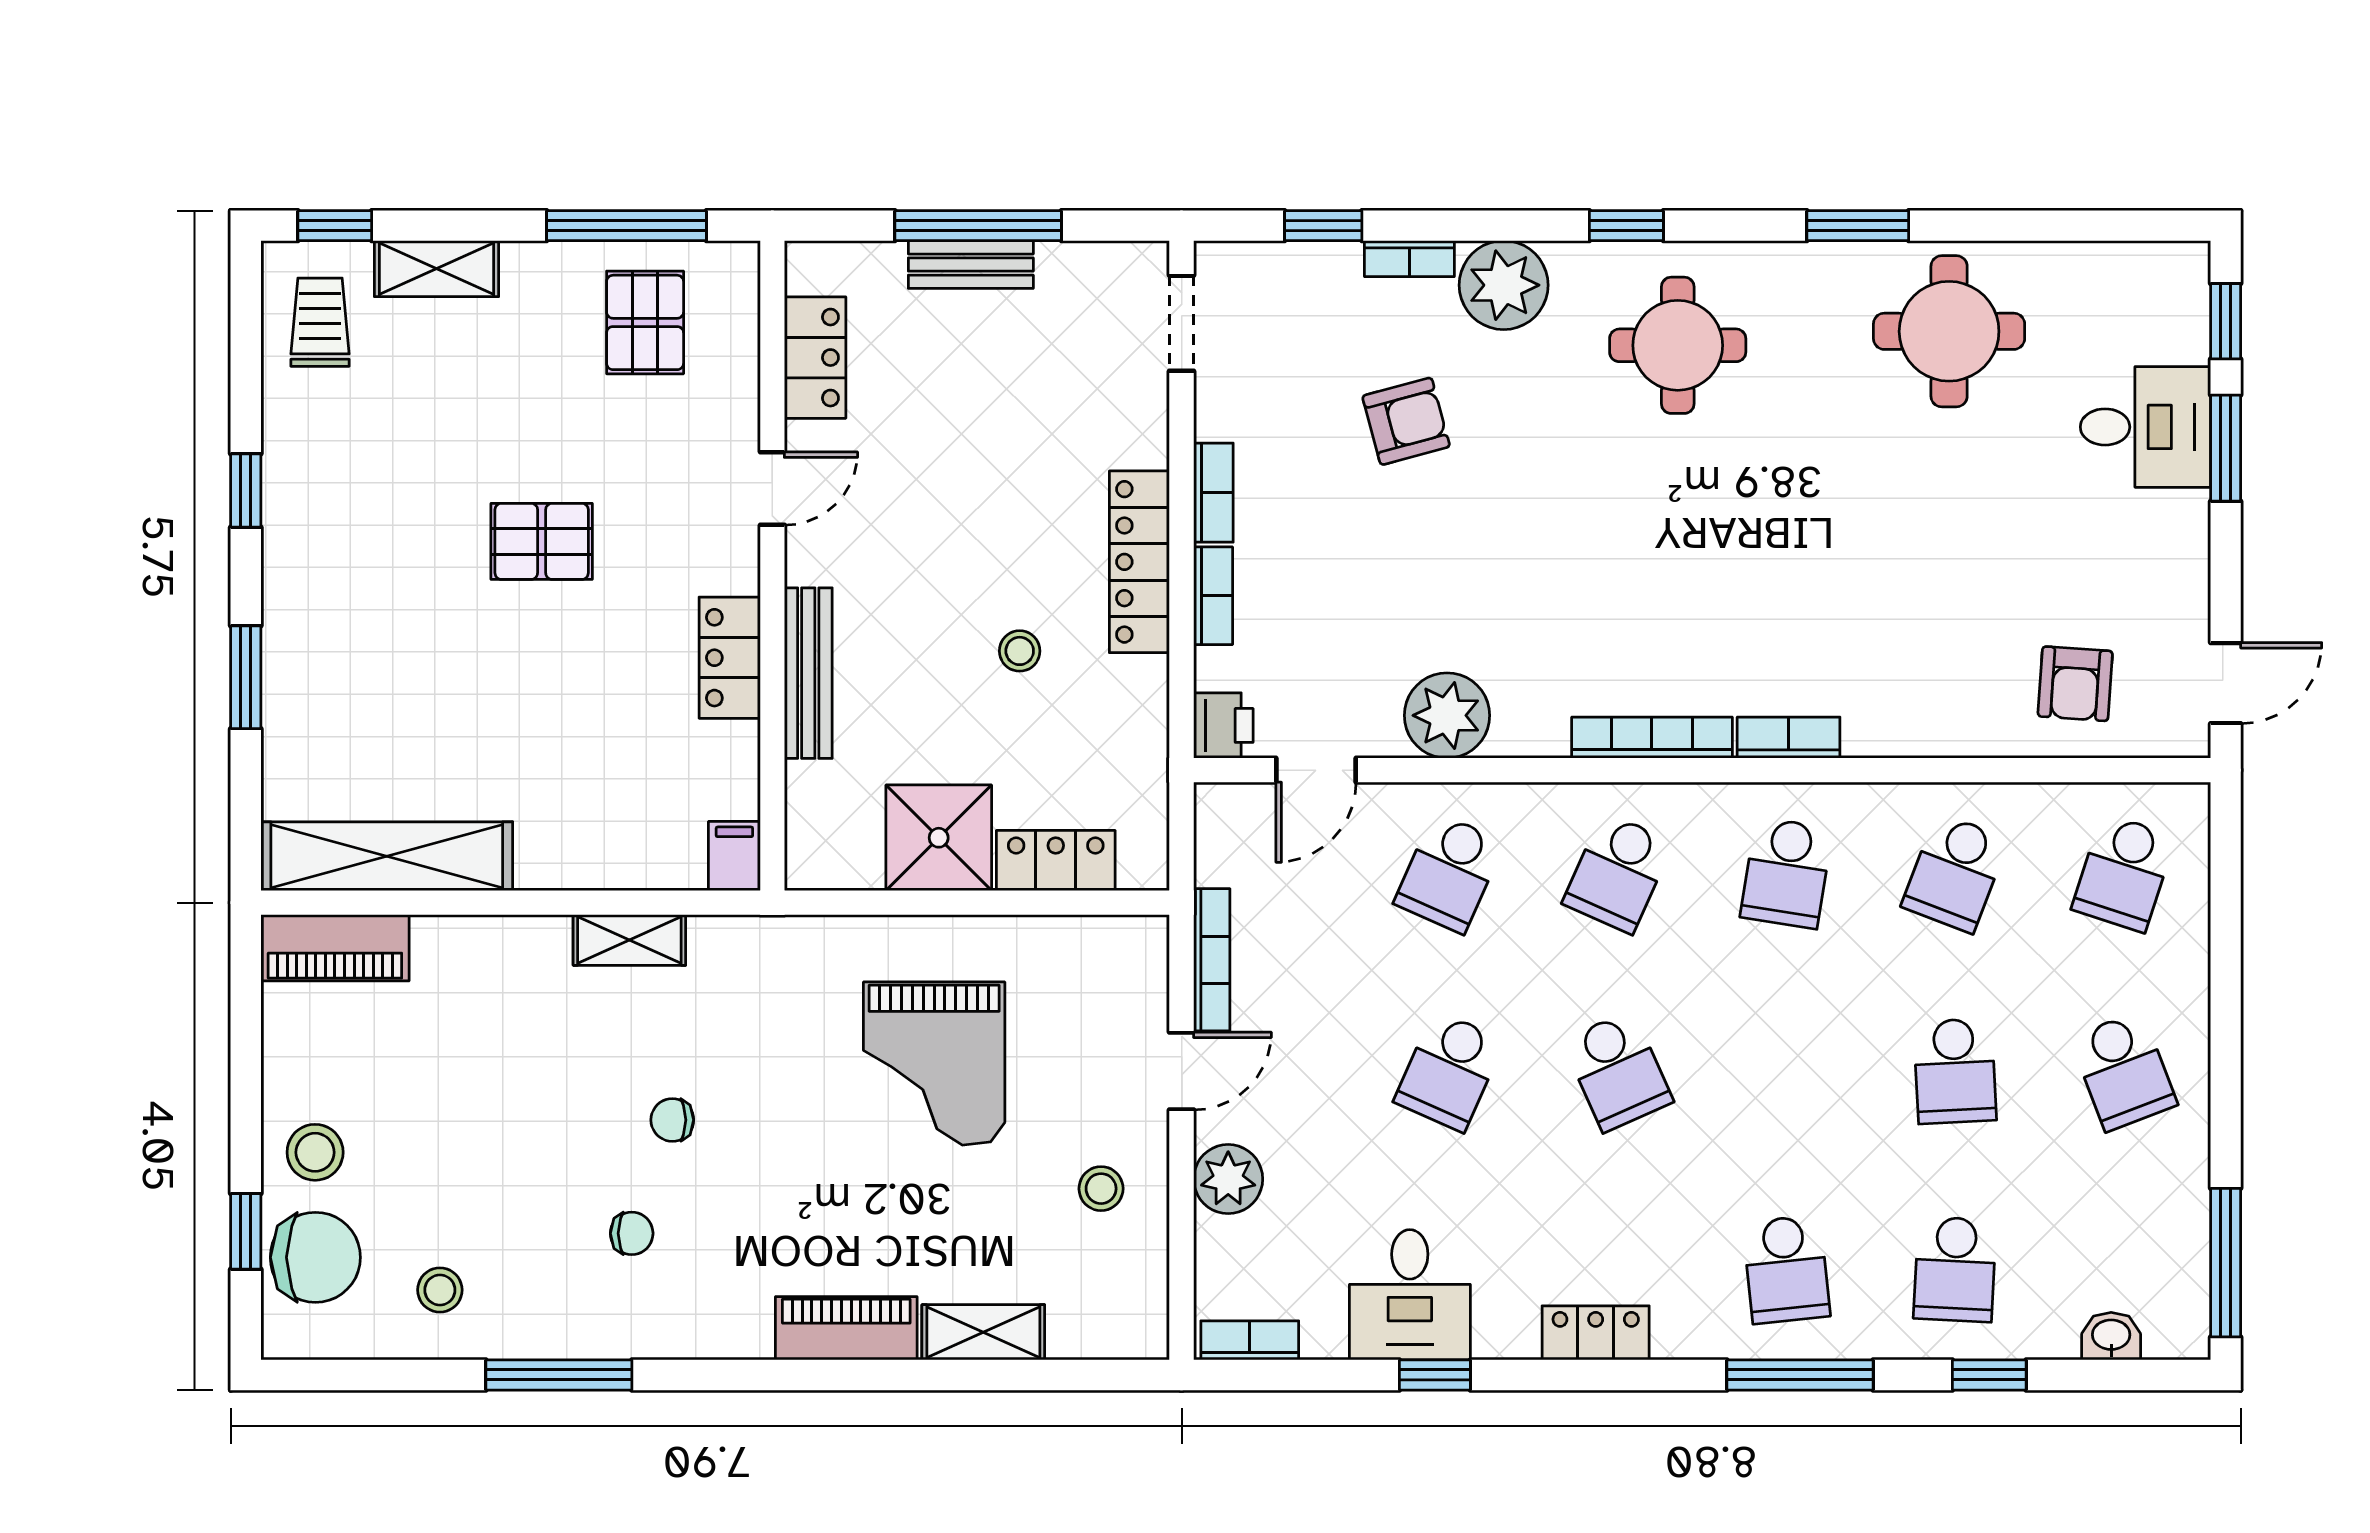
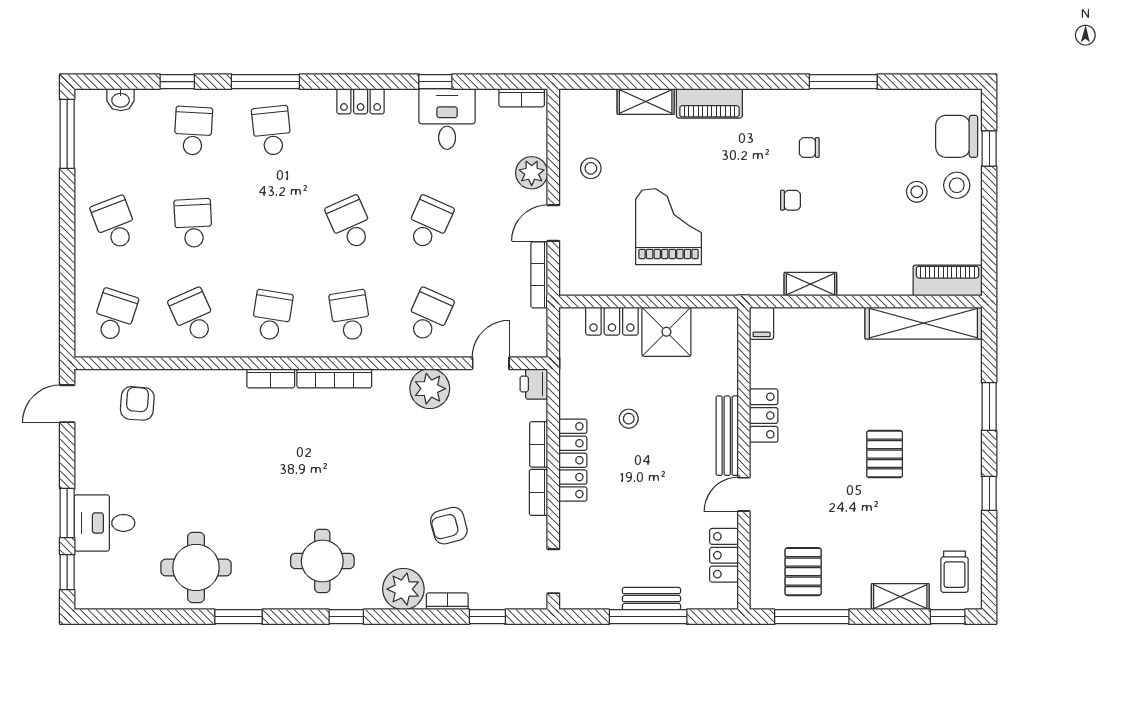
pallet: (542, 541) -> (885, 454), moved, turned 90
bench: (808, 673) -> (727, 436), moved
school desk: (1618, 873) -> (350, 315), turned -33
school desk: (1955, 873) -> (193, 315), turned -45
stool: (440, 1290) -> (917, 192), moved

